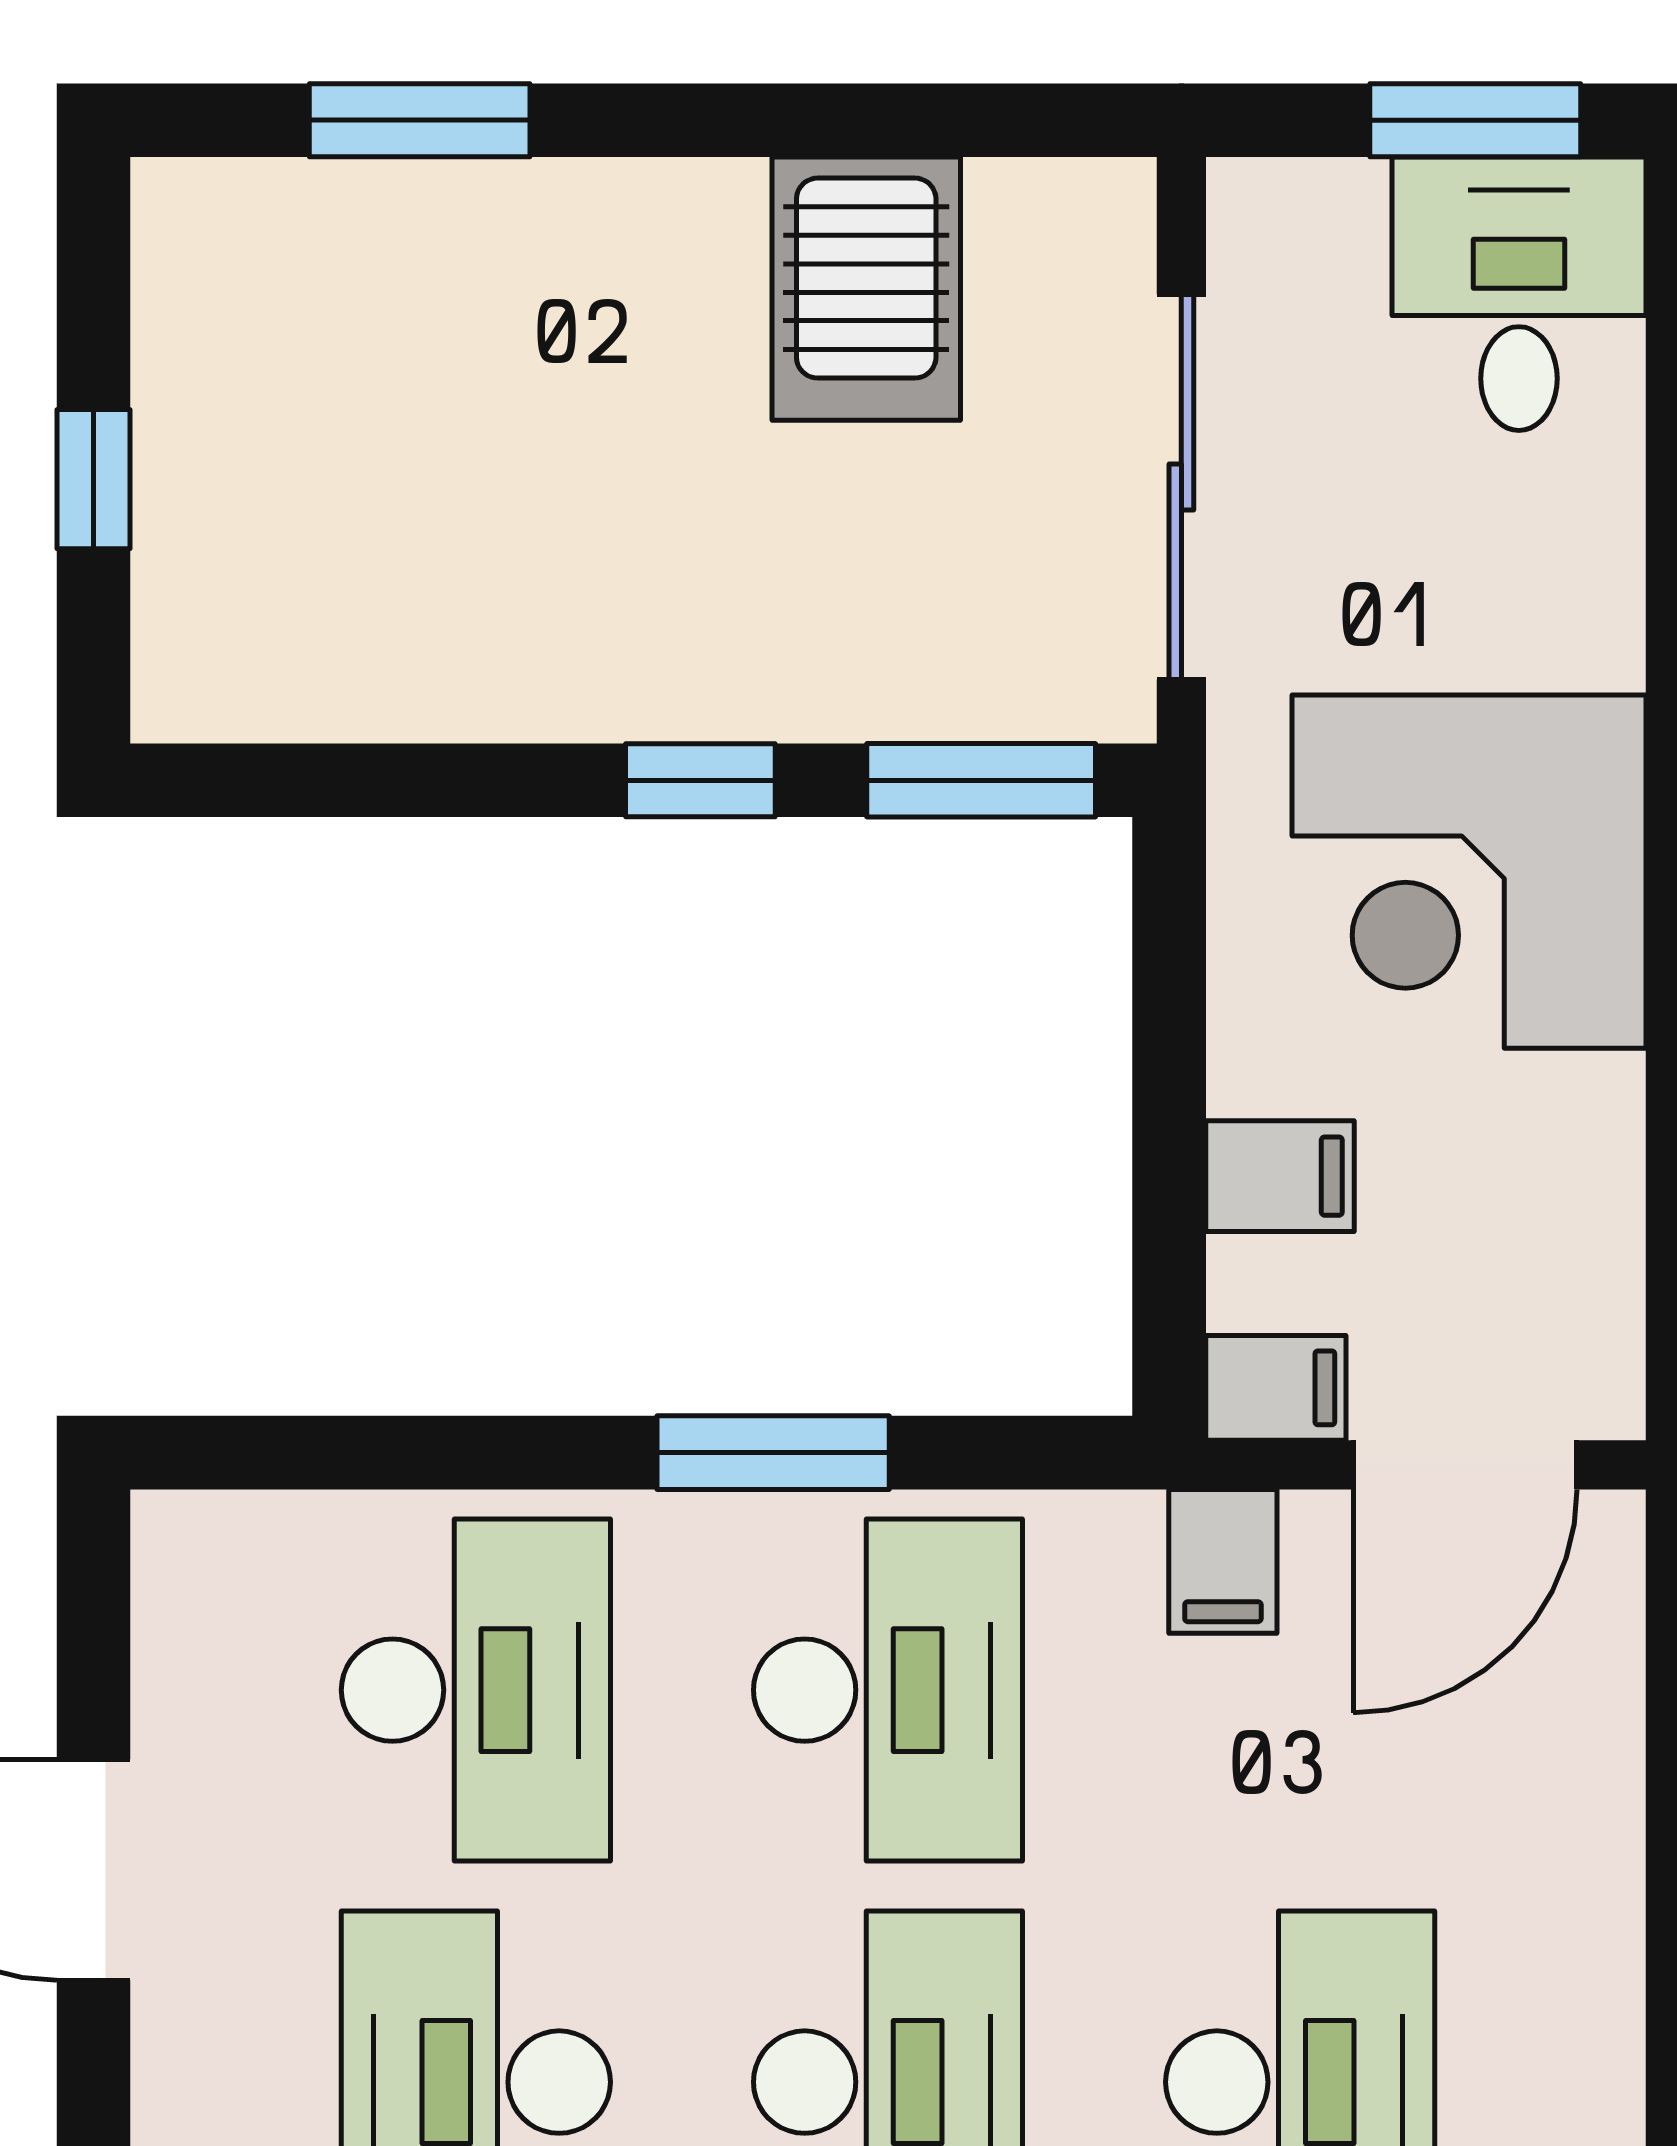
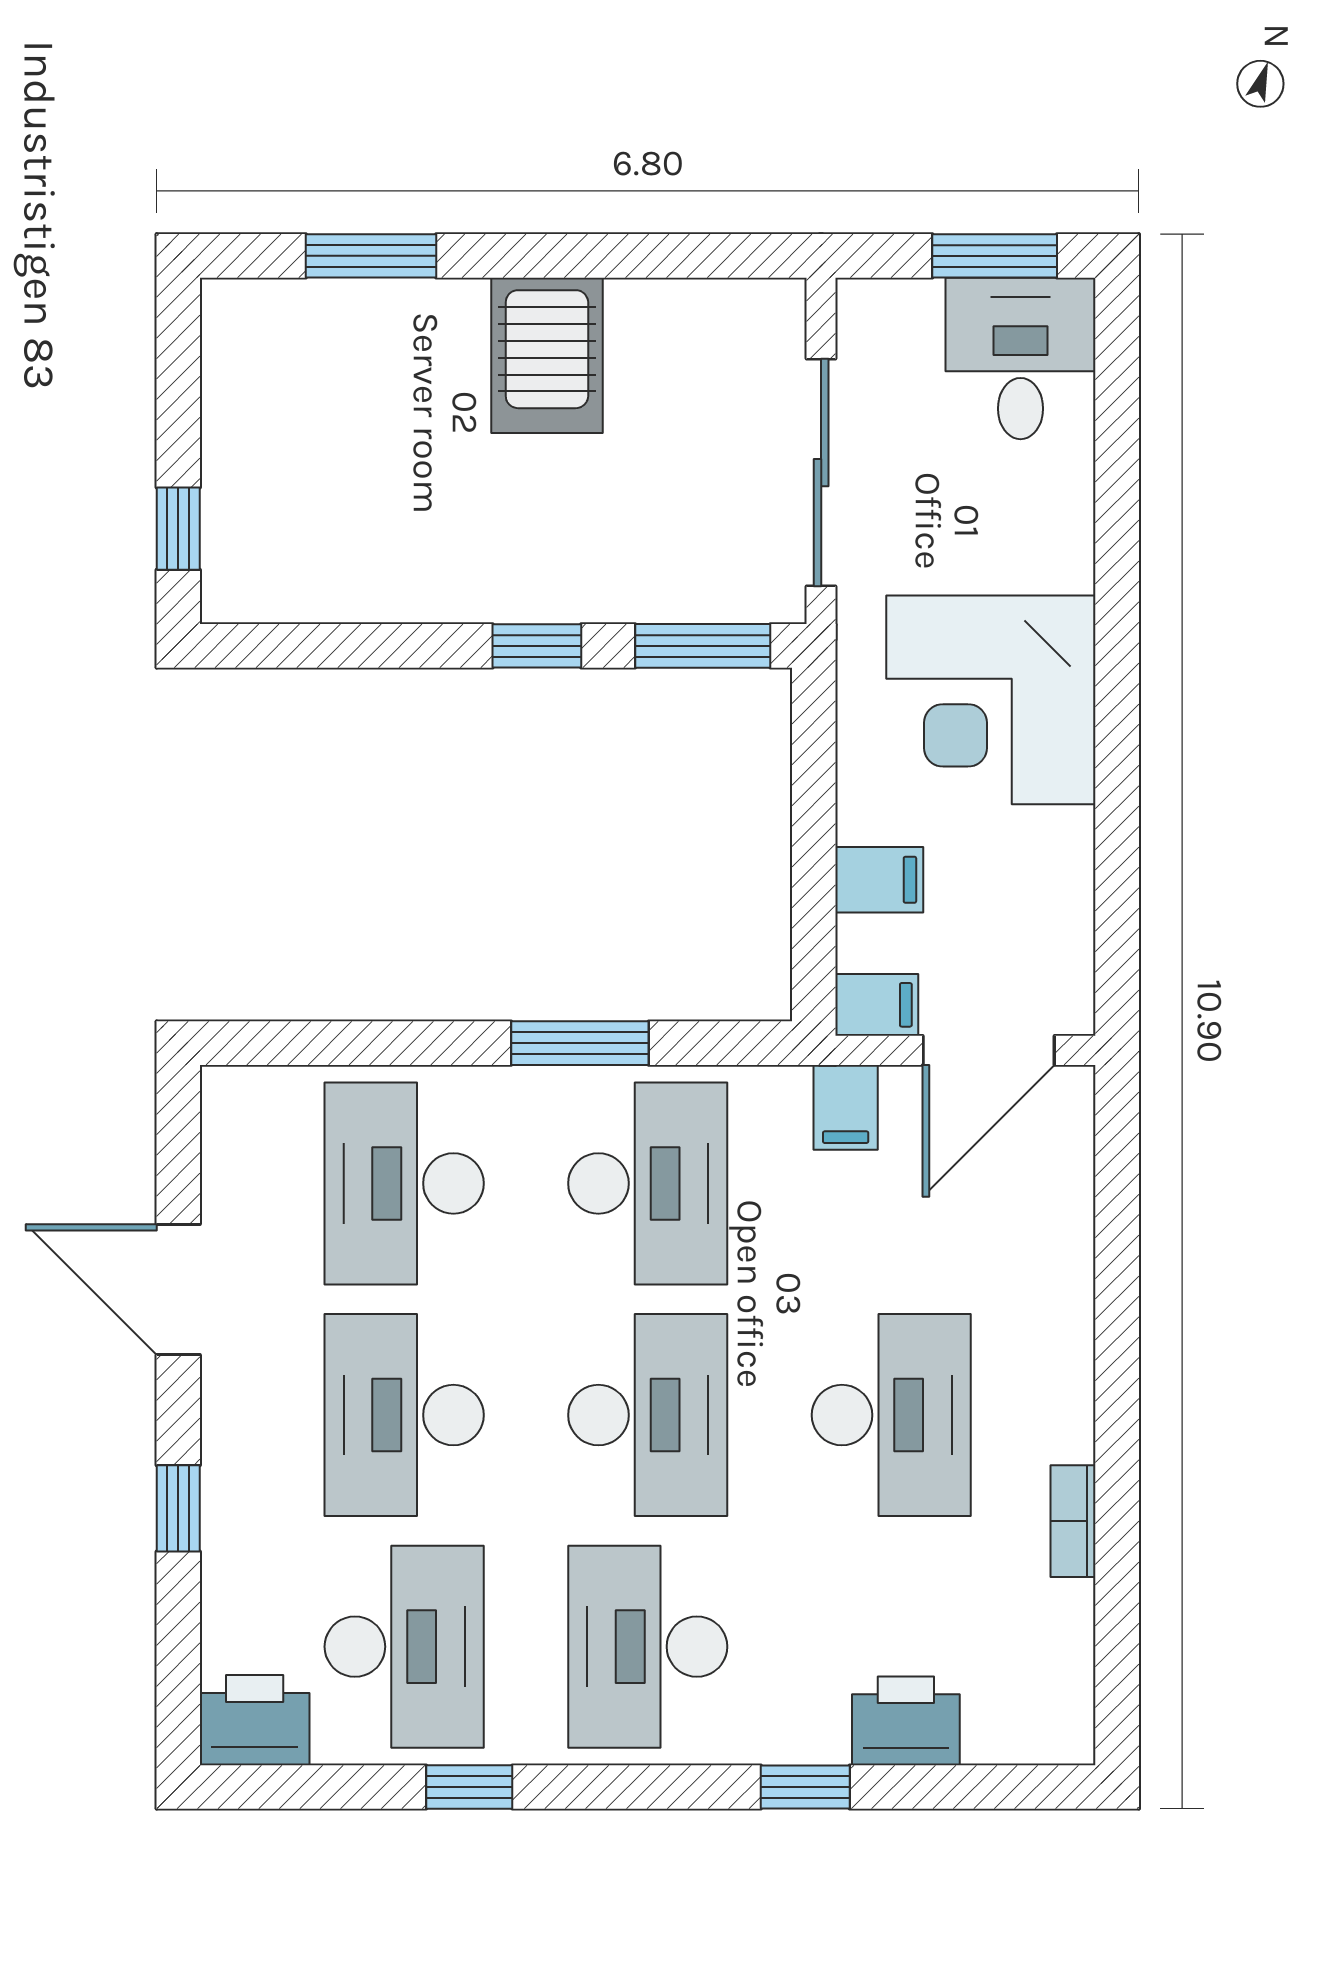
server rack: (866, 289) -> (547, 355), moved
window: (93, 479) -> (178, 529), moved
desk: (476, 1690) -> (404, 1183), turned 180

